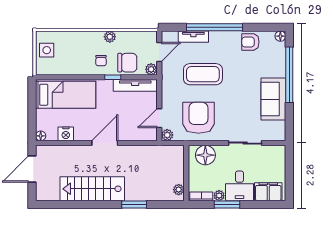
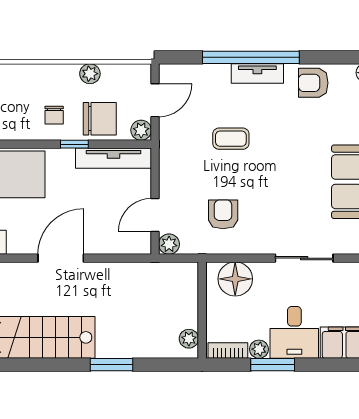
plant: (110, 37) -> (90, 74), moved
tv unit: (193, 37) -> (257, 73), moved
coffee table: (203, 74) -> (231, 139), width x0.54, depth x0.58
armchair: (198, 118) -> (223, 214), width x0.53, depth x0.53

